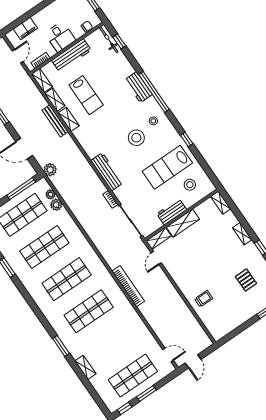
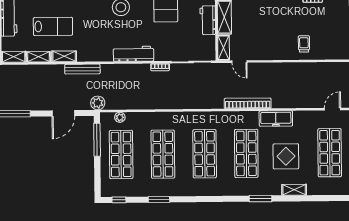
bench: (55, 121) -> (82, 69), moved
plant: (56, 205) -> (132, 118), removed
freezer: (131, 316) -> (276, 119), added
display table: (107, 344) -> (286, 156), added

